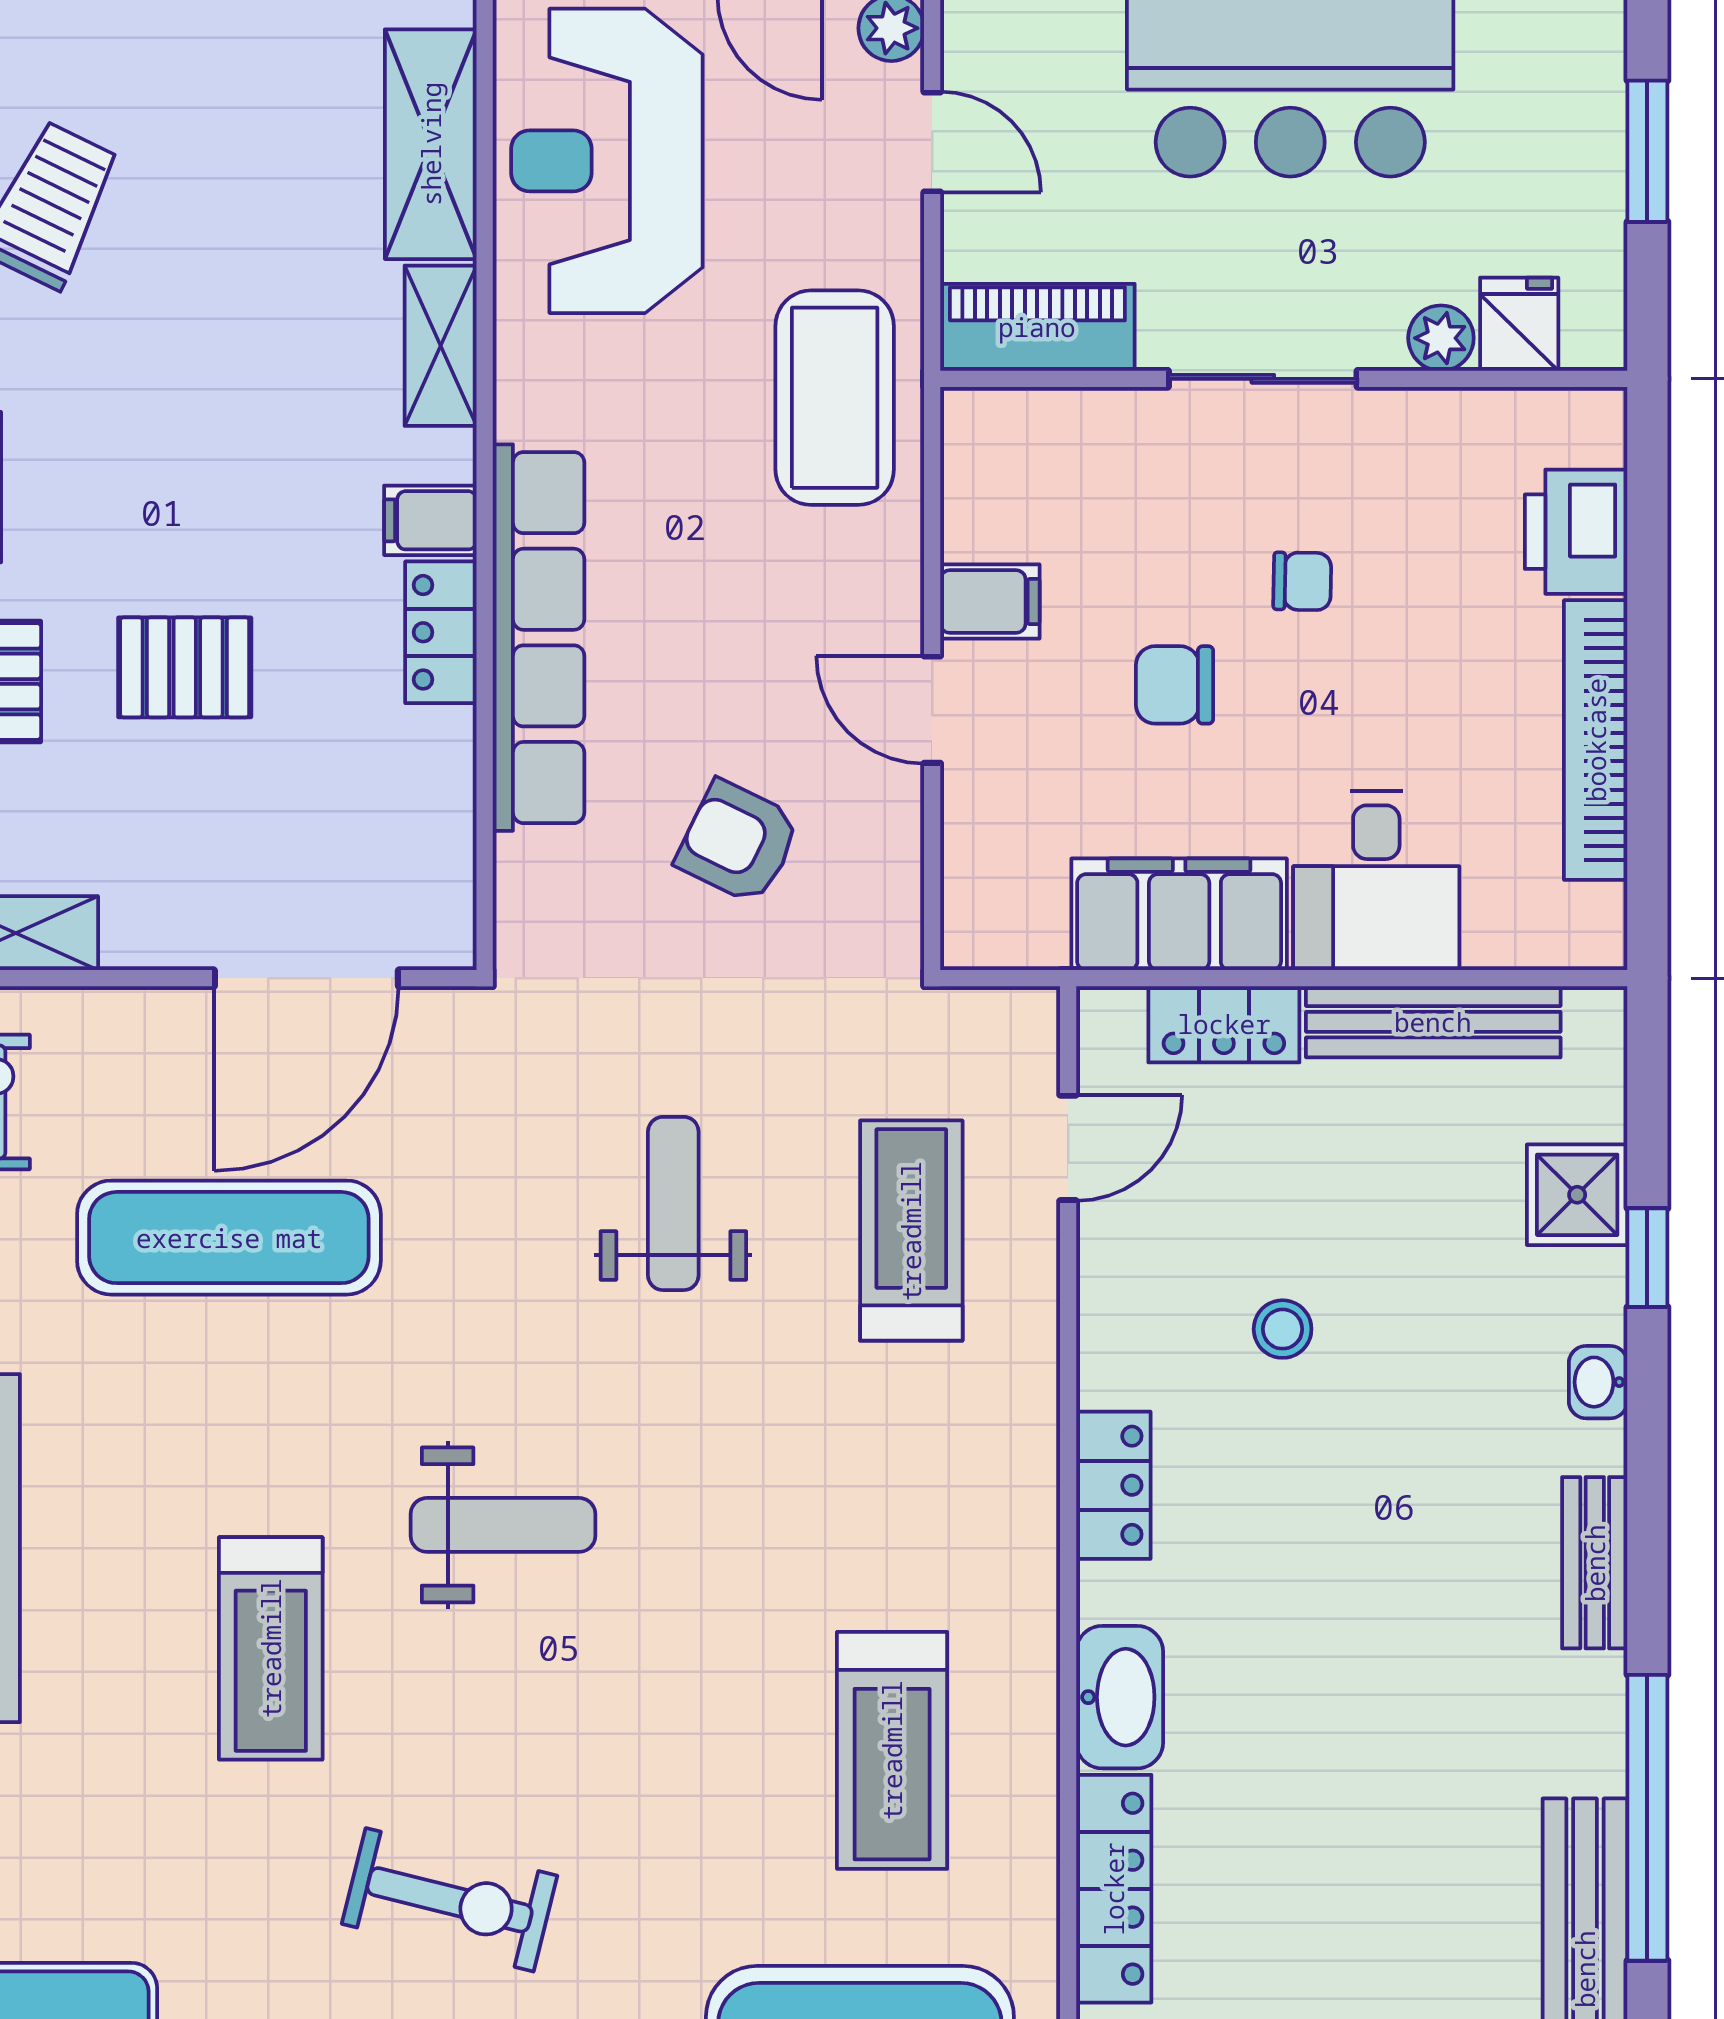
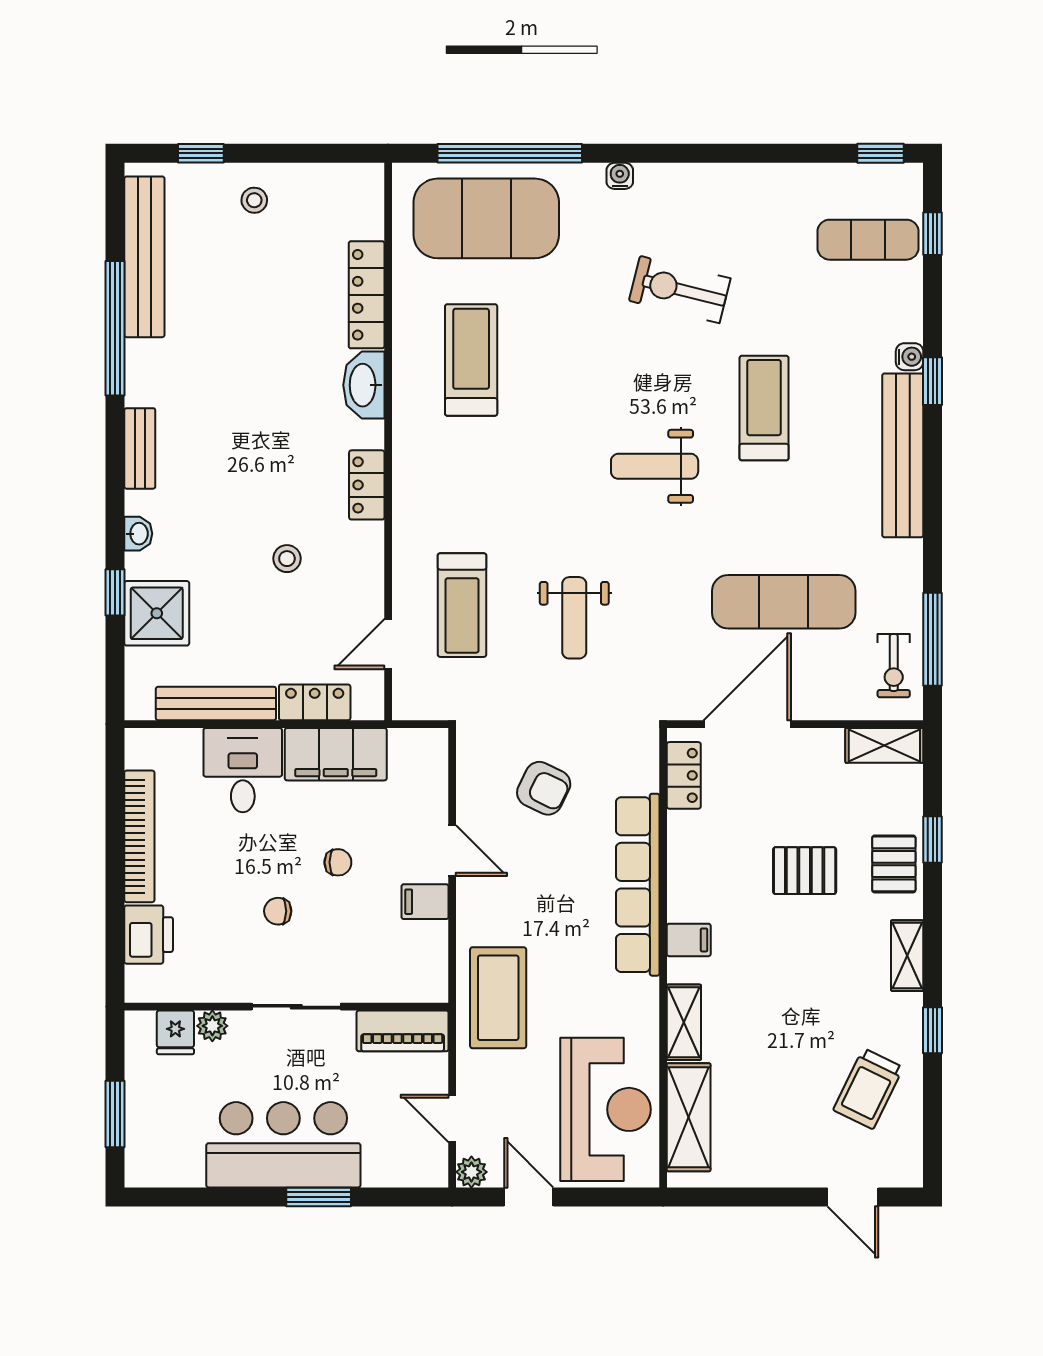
locker: (441, 632) -> (684, 775), moved
chair: (1175, 685) -> (338, 862), width x0.73, depth x0.73
shower: (1577, 1195) -> (157, 613), width x1.36, depth x1.36

